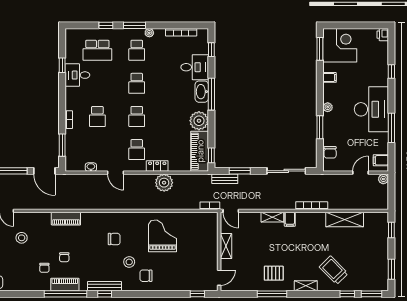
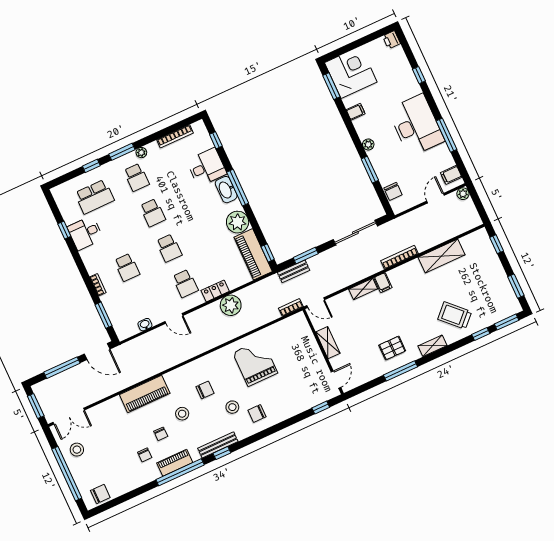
piano: (66, 219) -> (145, 394), width x1.37, depth x1.33
stool: (22, 238) -> (182, 414), moved

